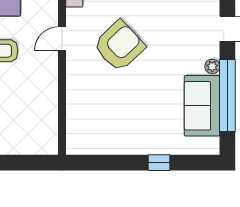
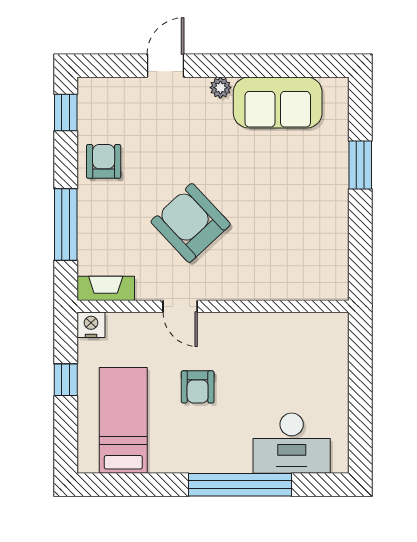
window: (227, 95) -> (263, 66), removed
window: (159, 163) -> (360, 165), width x1.50

